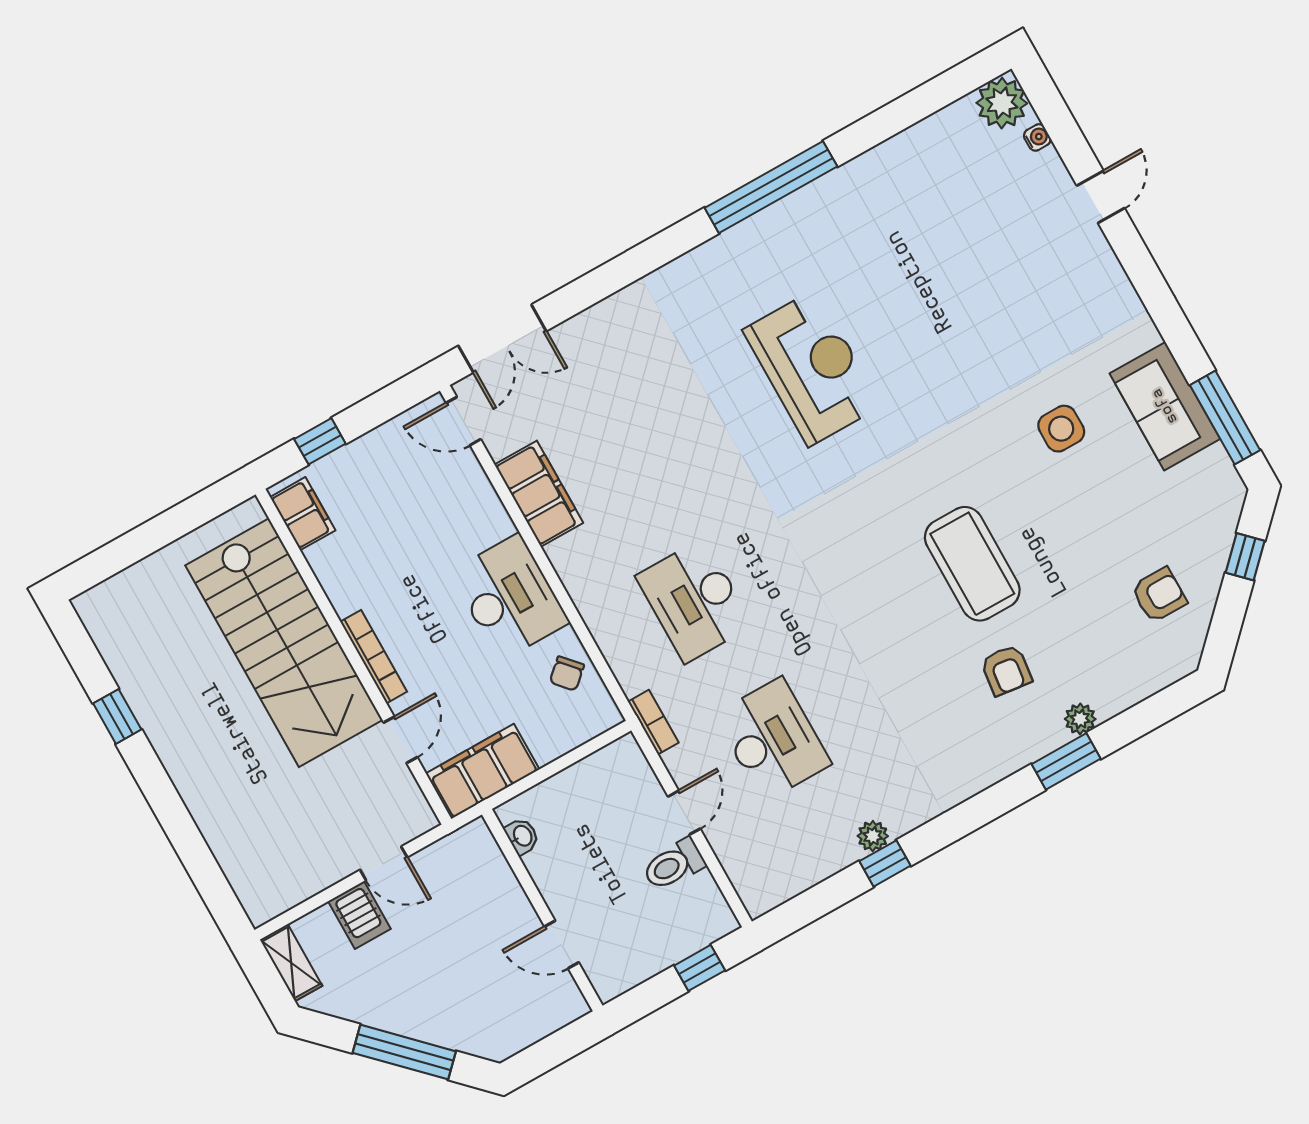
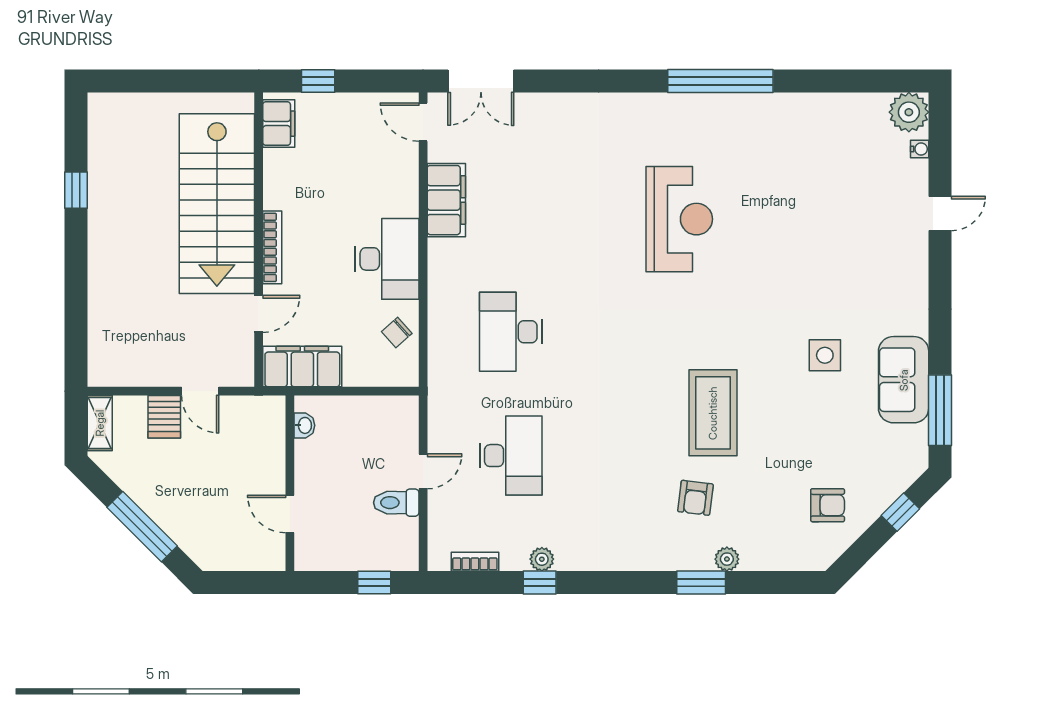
bookcase: (653, 722) -> (475, 562), moved, turned -90

